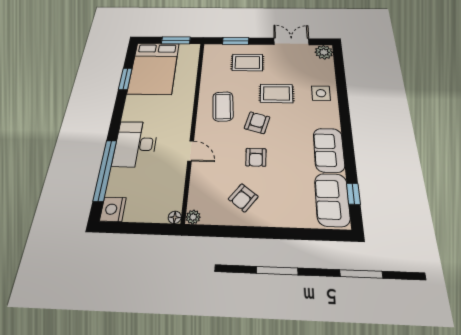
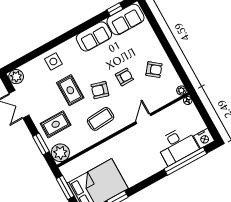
plant: (214, 53) -> (60, 153), added
rug: (247, 62) -> (56, 124), turned 90
desk: (136, 144) -> (177, 145), moved

